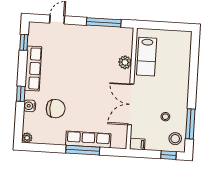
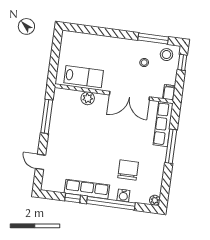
window: (24, 42) -> (73, 198), moved
window: (21, 94) -> (111, 203), width x3.17
row of seats: (88, 139) -> (163, 124), moved

